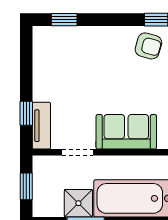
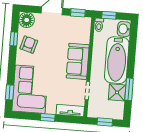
corner sofa: (72, 54) -> (30, 89), added
window: (26, 113) -> (48, 118), moved

